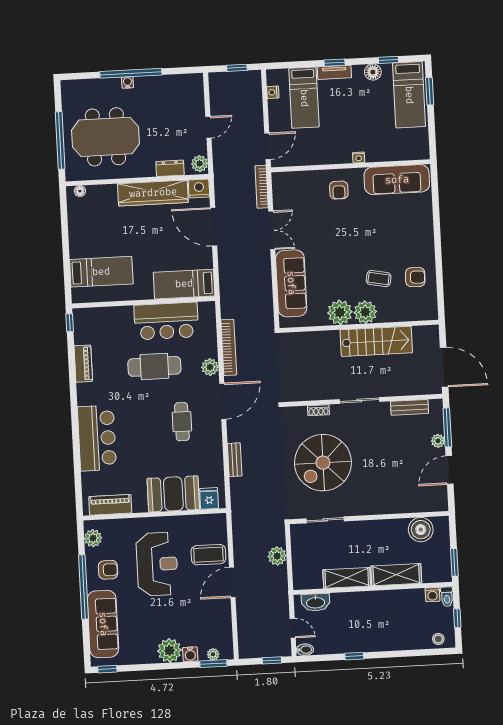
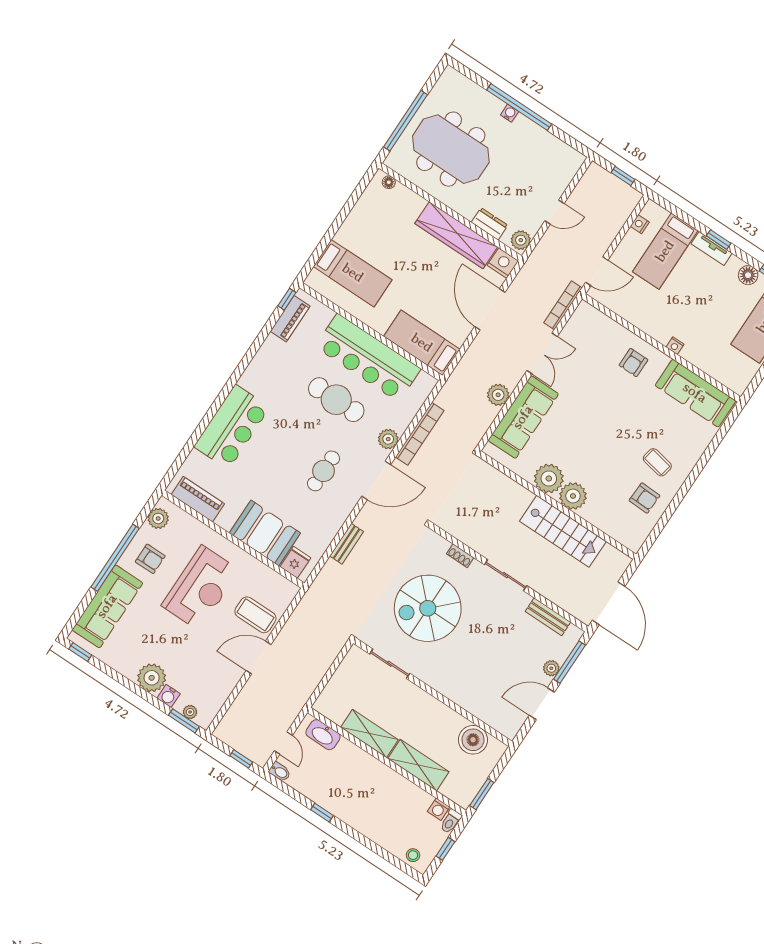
coffee table: (379, 279) -> (657, 462), moved
bar counter: (166, 321) -> (368, 358), width x1.36
piano: (83, 364) -> (290, 319), moved
plant: (277, 556) -> (498, 395), moved

